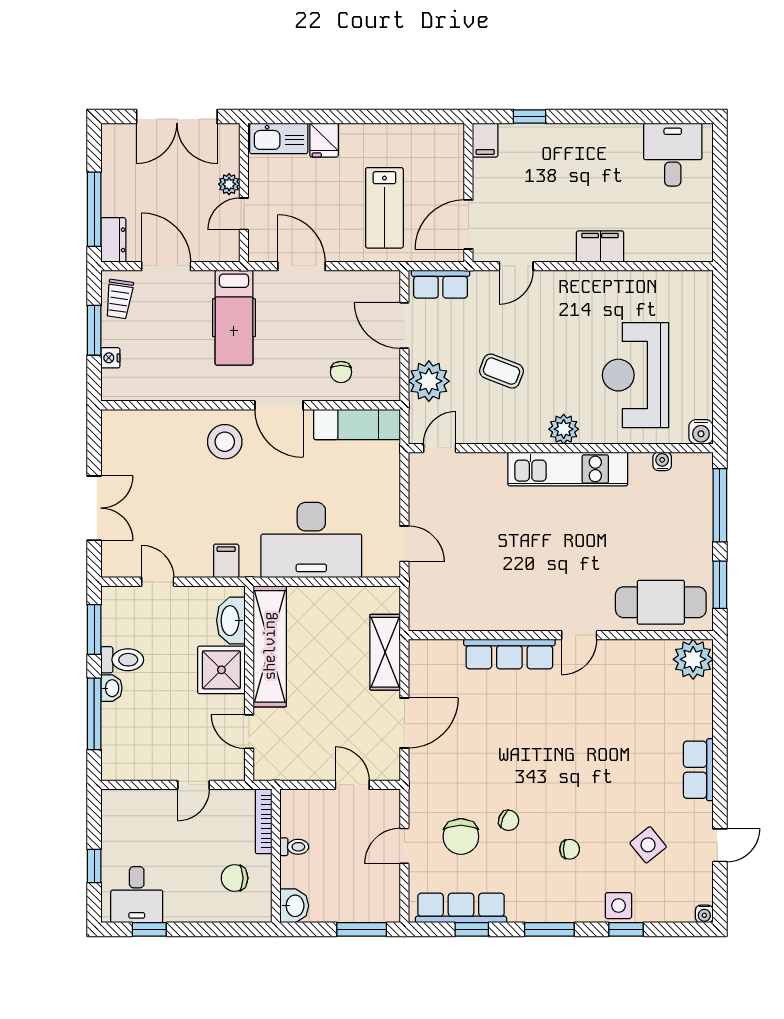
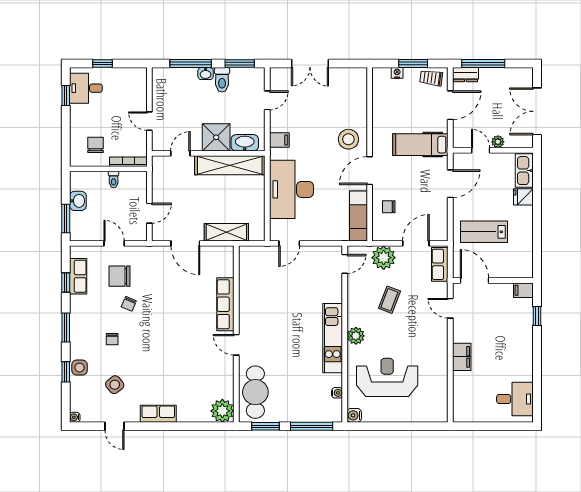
door: (440, 448) -> (345, 264), hinge flipped
washbasin: (294, 906) -> (78, 201), moved, turned -90
row of seats: (461, 908) -> (78, 276), width x0.68

